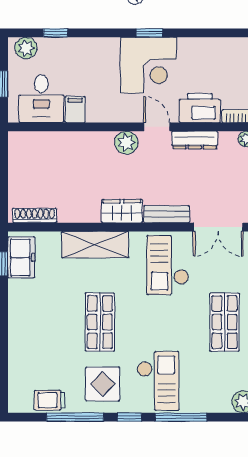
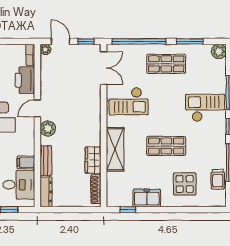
dresser: (195, 140) -> (46, 192), moved
wardrobe: (122, 211) -> (93, 160), moved
bench: (167, 214) -> (46, 161), moved
freezer: (21, 257) -> (147, 198), moved
display table: (103, 384) -> (185, 184), moved

